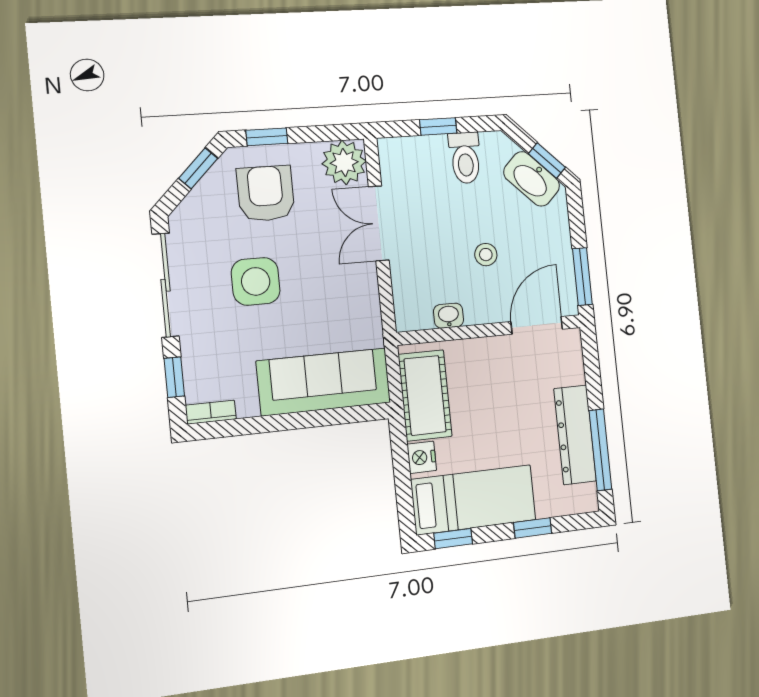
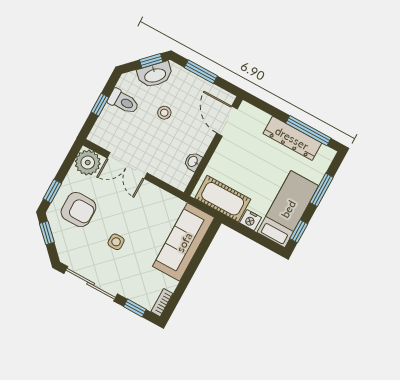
armchair: (266, 194) -> (78, 210), turned 180
stool: (486, 255) -> (164, 113), moved
window: (582, 277) -> (201, 72), moved
side table: (256, 281) -> (116, 242), width x0.54, depth x0.54
window: (533, 528) -> (321, 190), width x1.50

